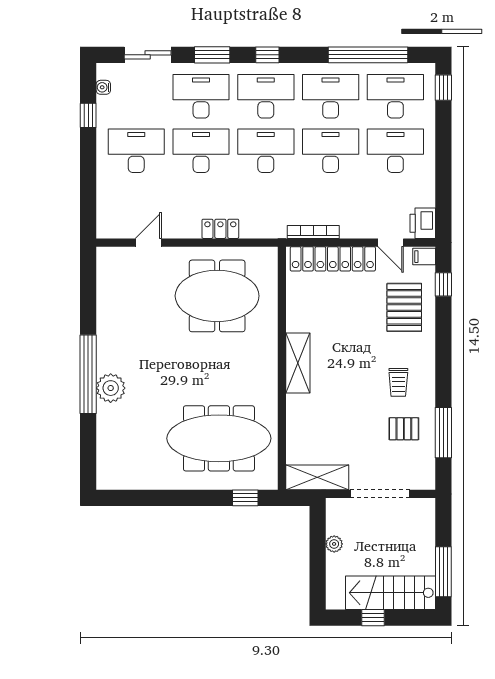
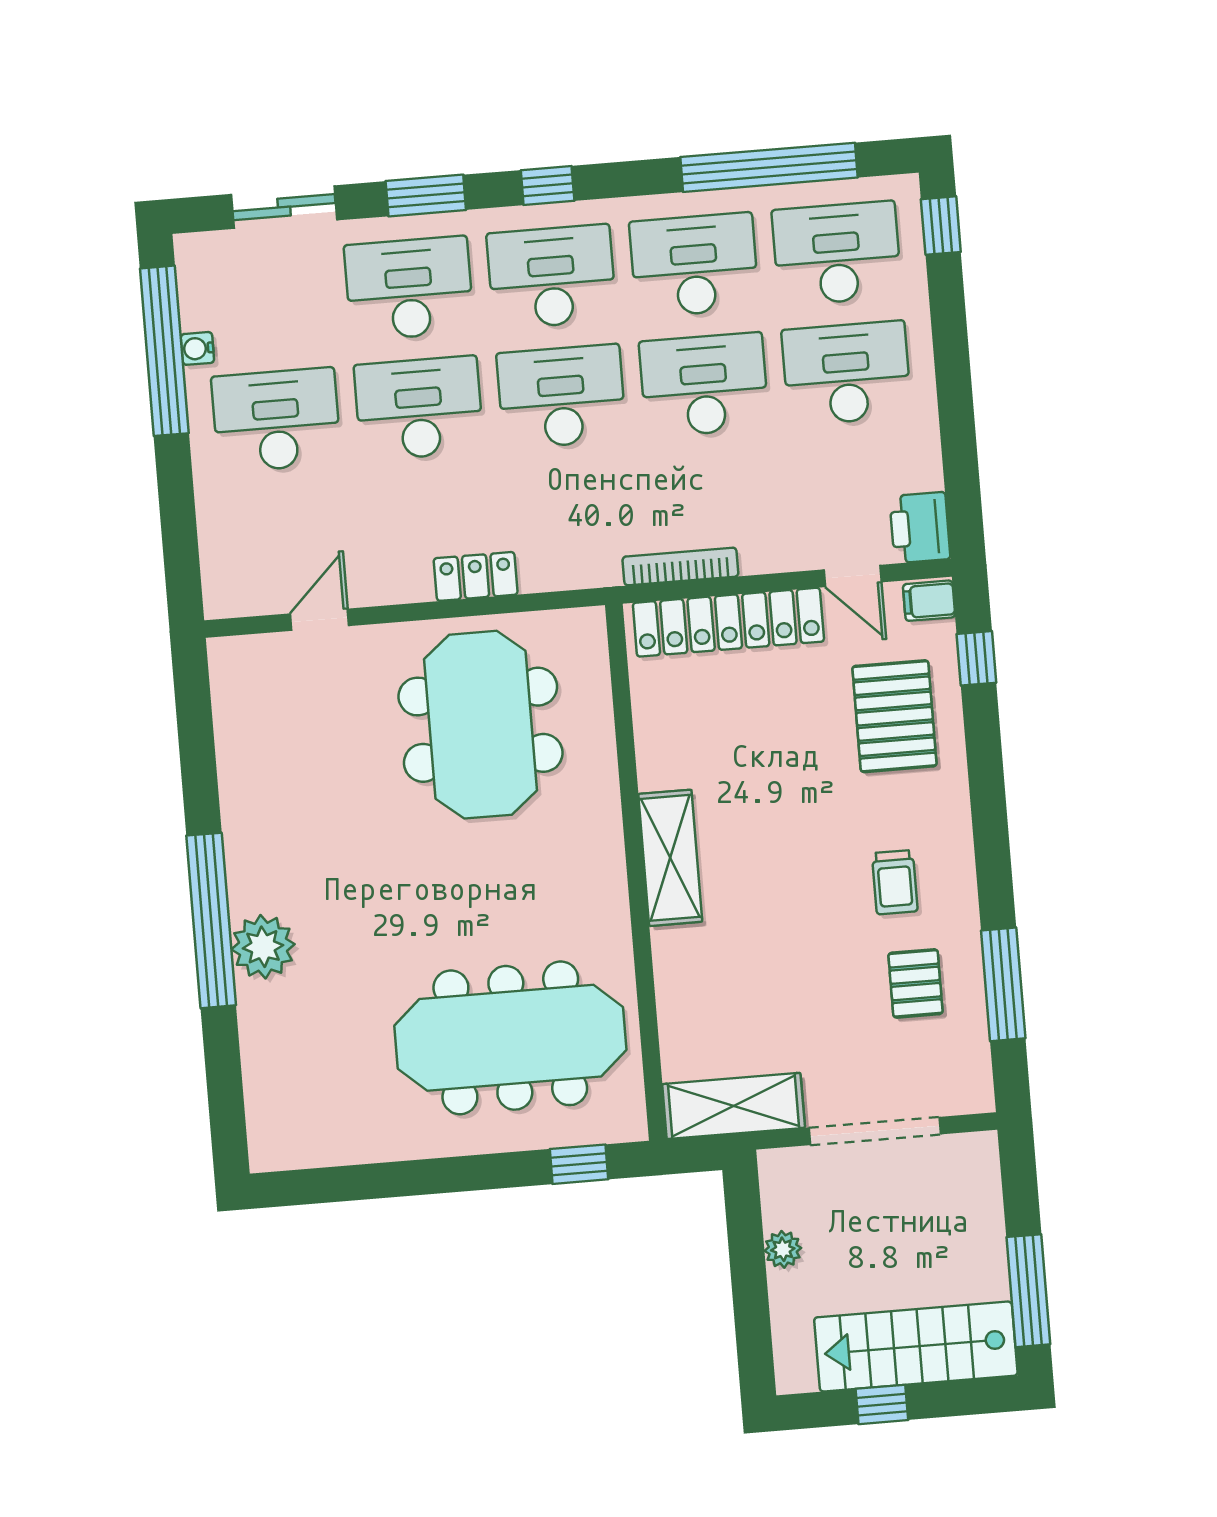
water cooler: (103, 87) -> (197, 348), moved
window: (88, 115) -> (164, 351), width x3.17
meeting table: (217, 296) -> (481, 725), turned 90
pallet: (404, 429) -> (915, 983), turned 90

